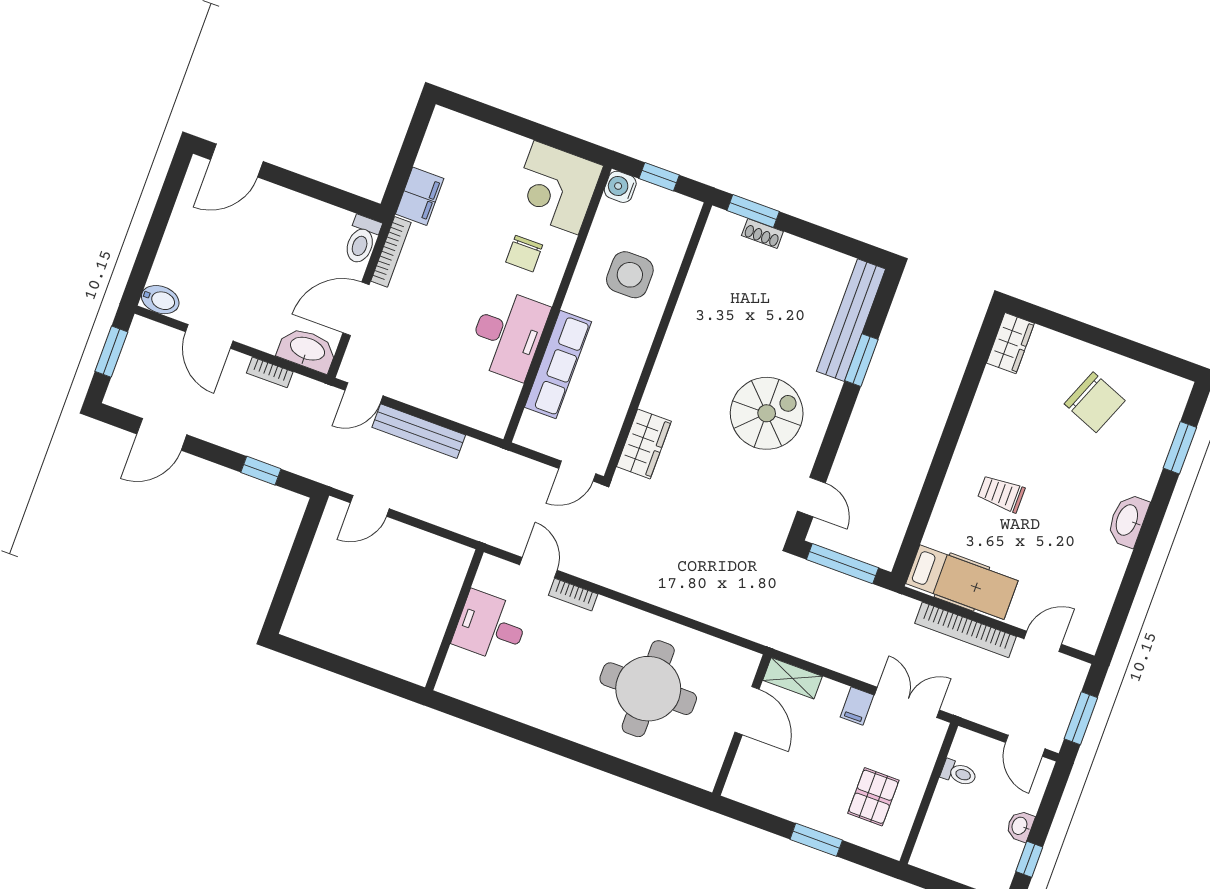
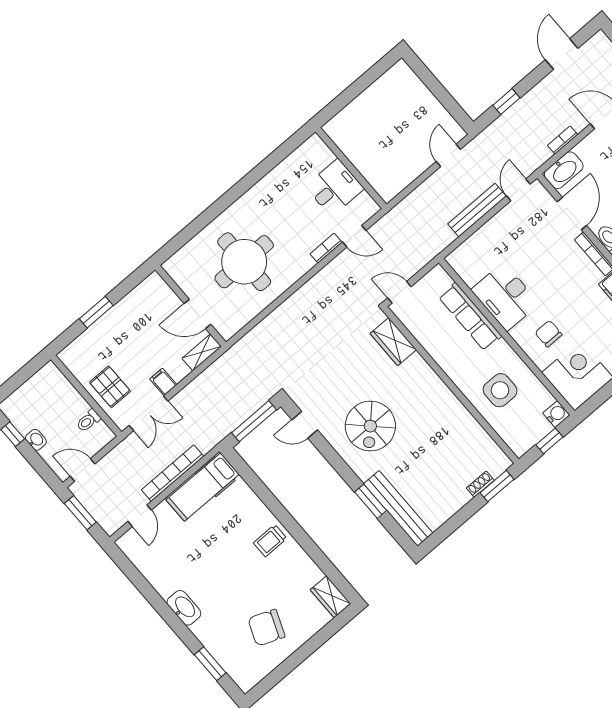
door: (577, 471) -> (399, 292), hinge flipped
trolley: (1001, 494) -> (270, 541), moved, turned 180
pallet: (873, 797) -> (110, 387), moved

